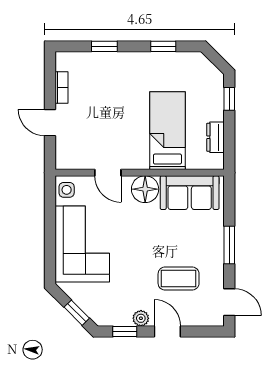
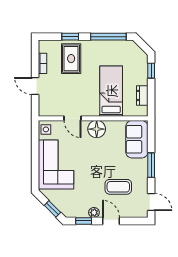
window: (163, 46) -> (108, 37), width x2.17
rug: (106, 80) -> (71, 59), added
sofa: (190, 193) -> (137, 139), moved, turned 90

